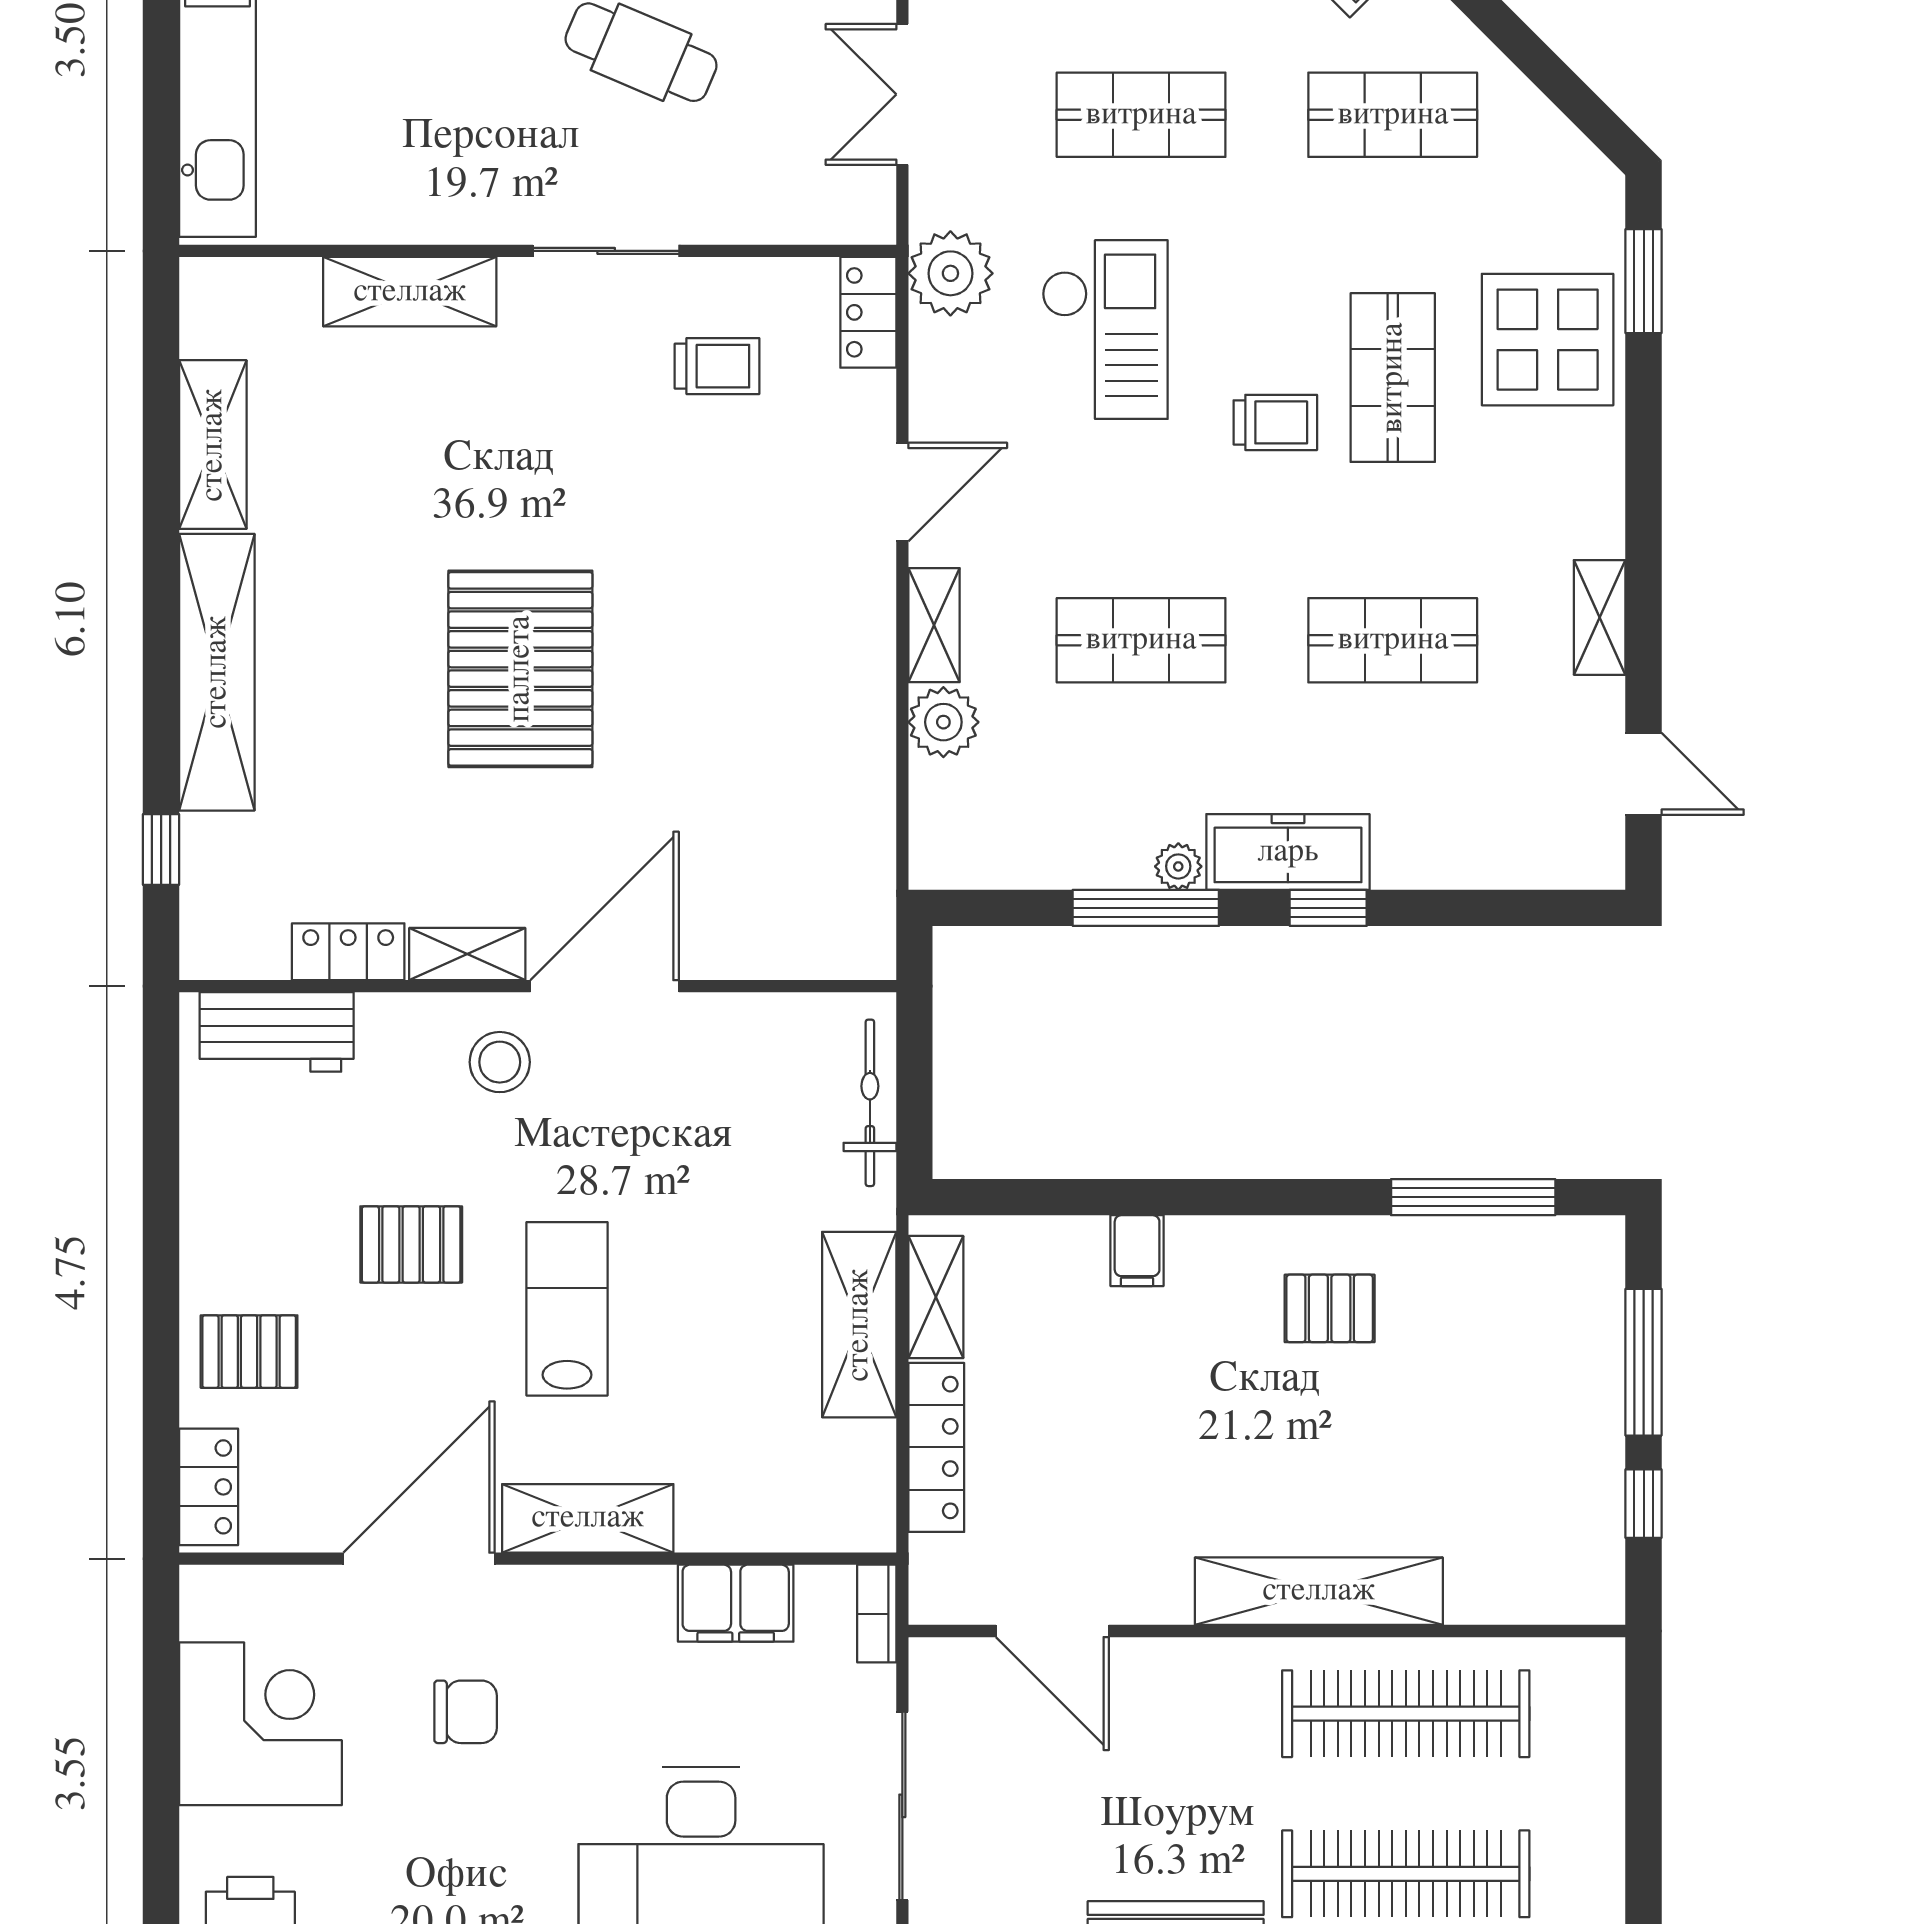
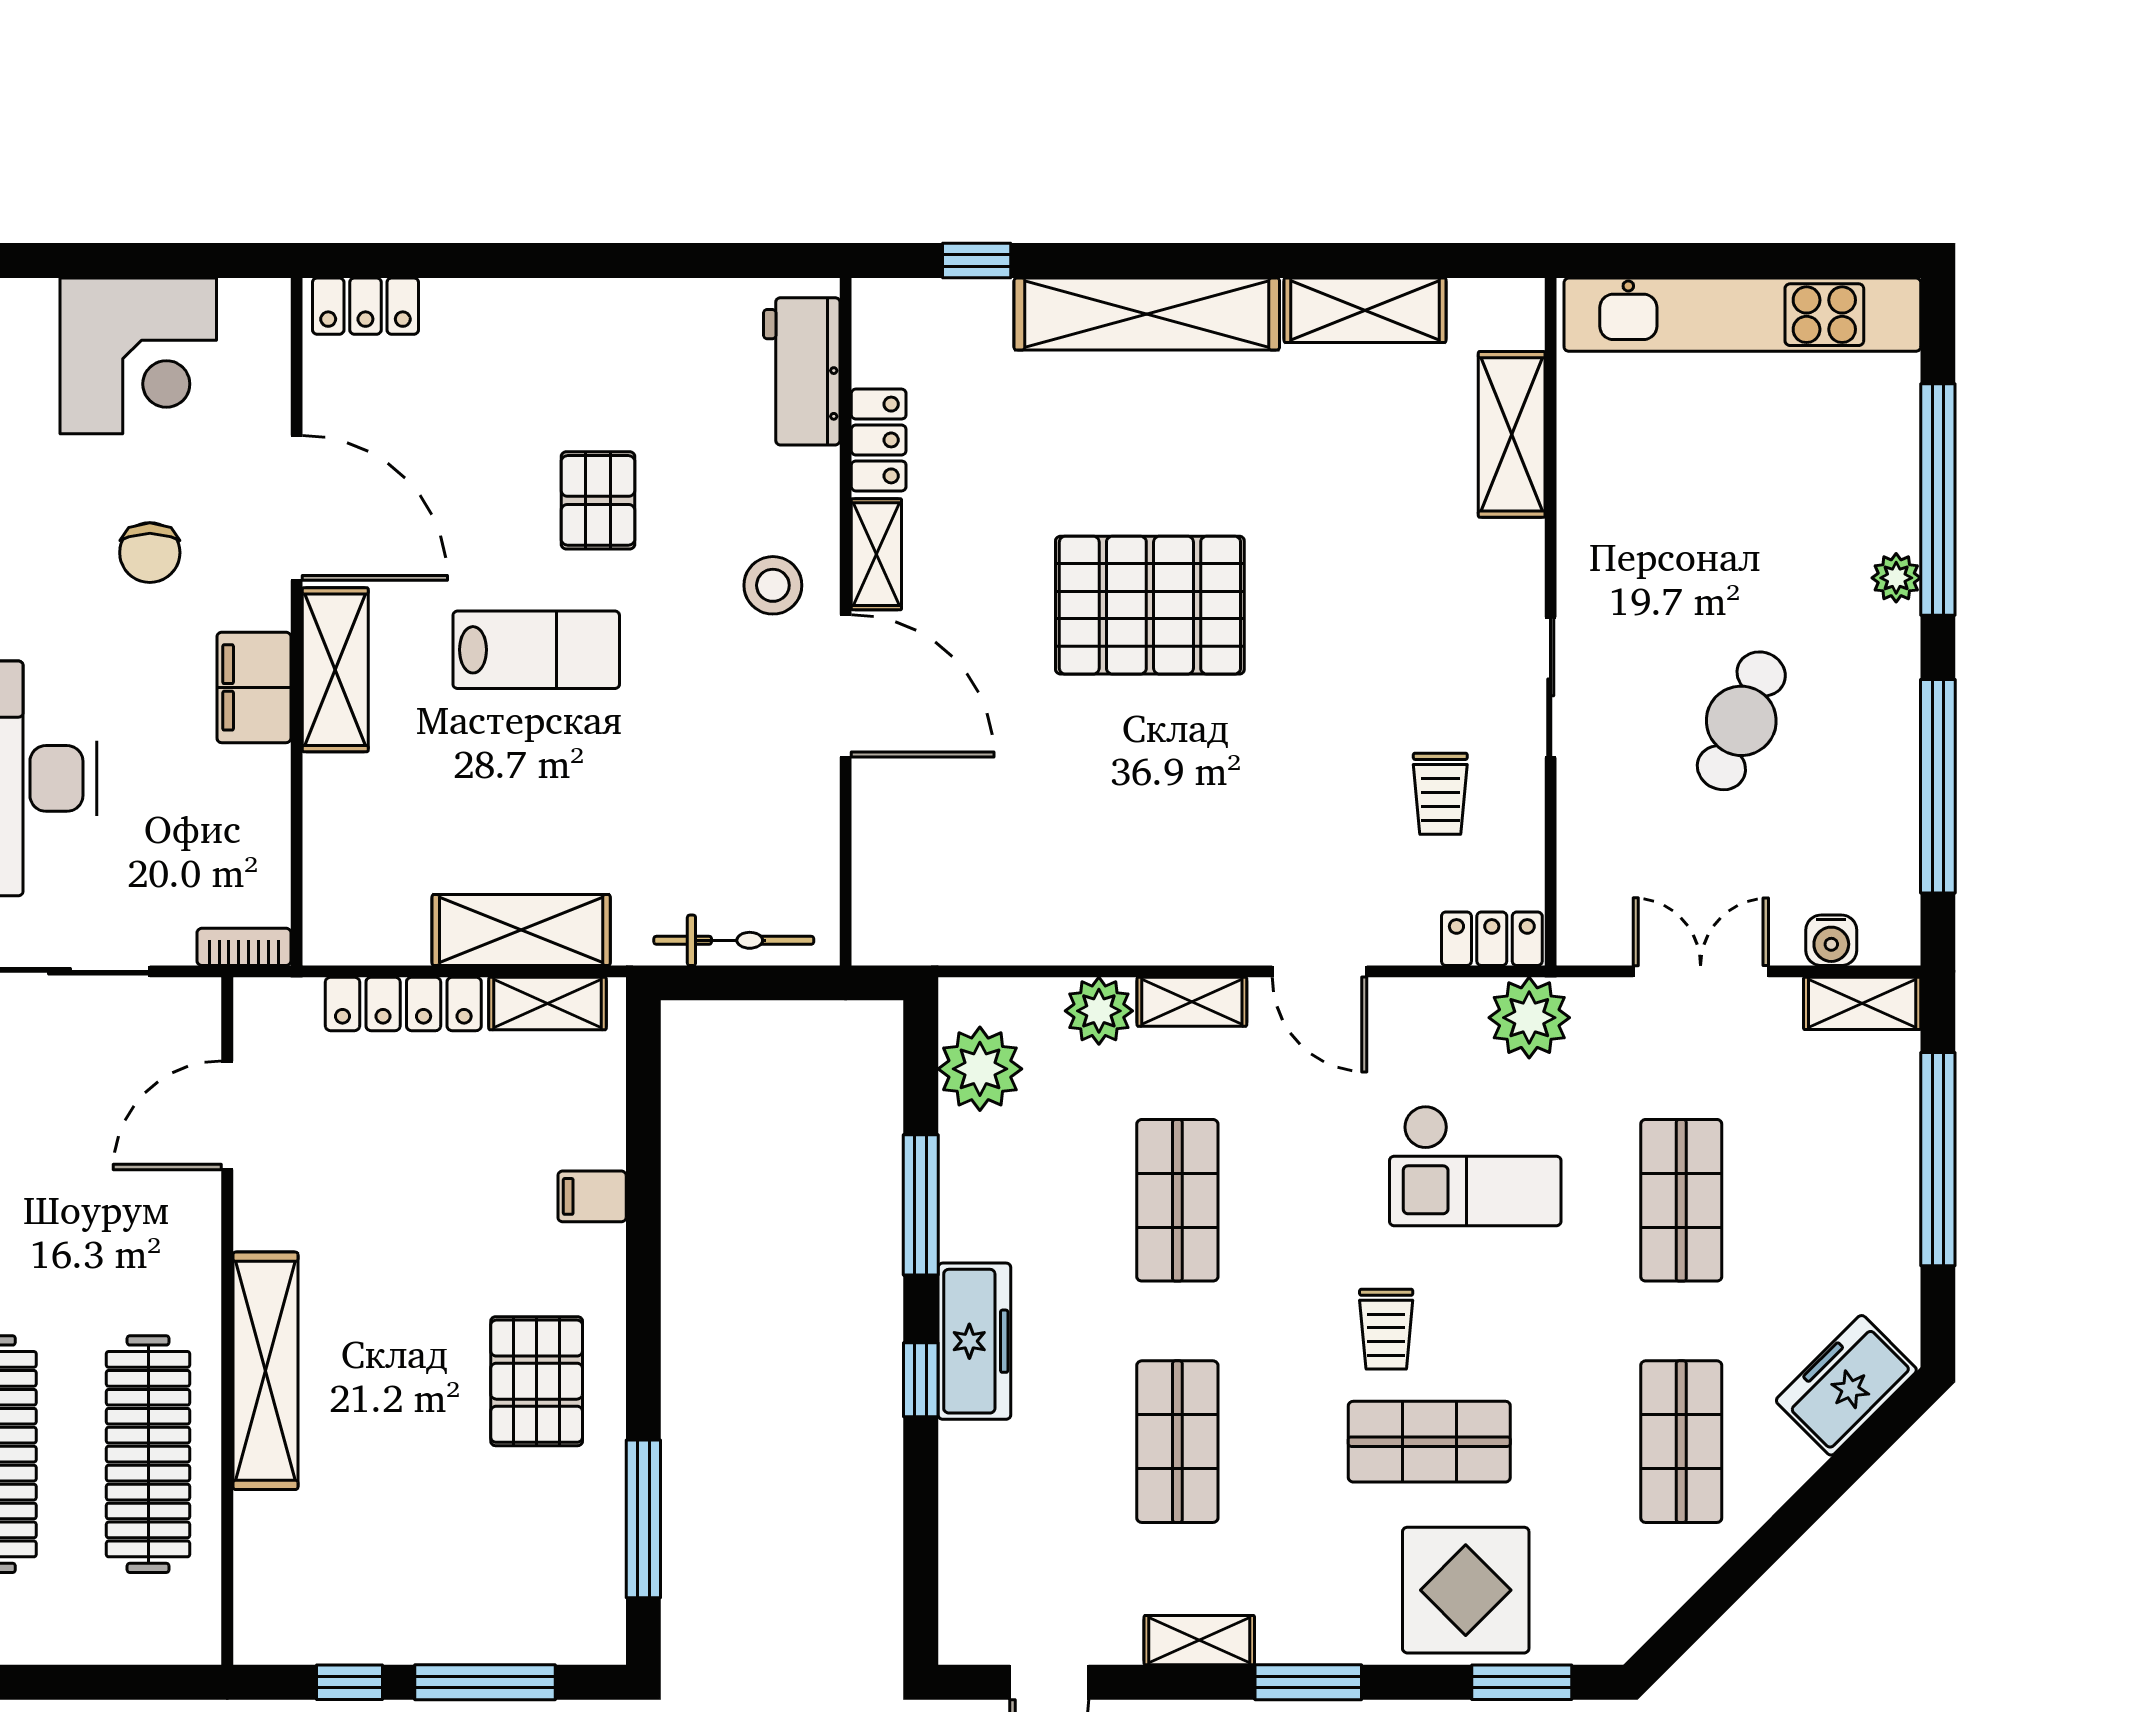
shelving: (410, 292) -> (1512, 434), moved
window: (1644, 504) -> (1308, 1682), added
plant: (1178, 866) -> (980, 1069), moved, width x1.88, depth x1.88
pallet: (1330, 1308) -> (537, 1381), width x1.50, depth x1.42
pallet: (249, 1352) -> (495, 345), removed
filing cabinet: (736, 1603) -> (254, 687), moved

